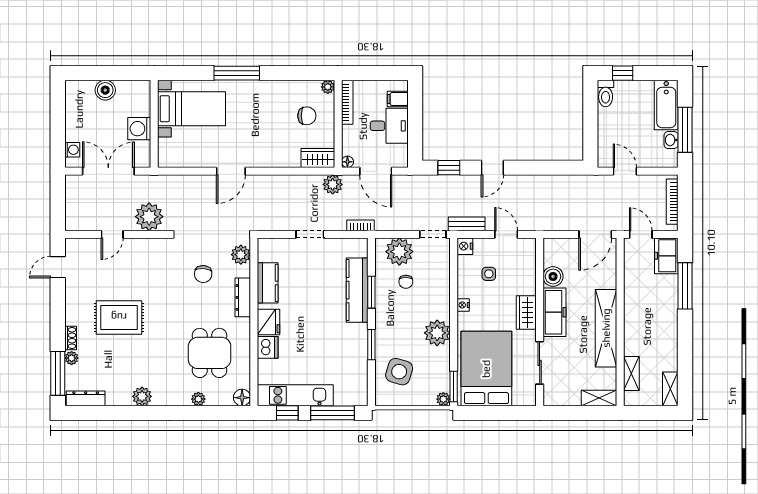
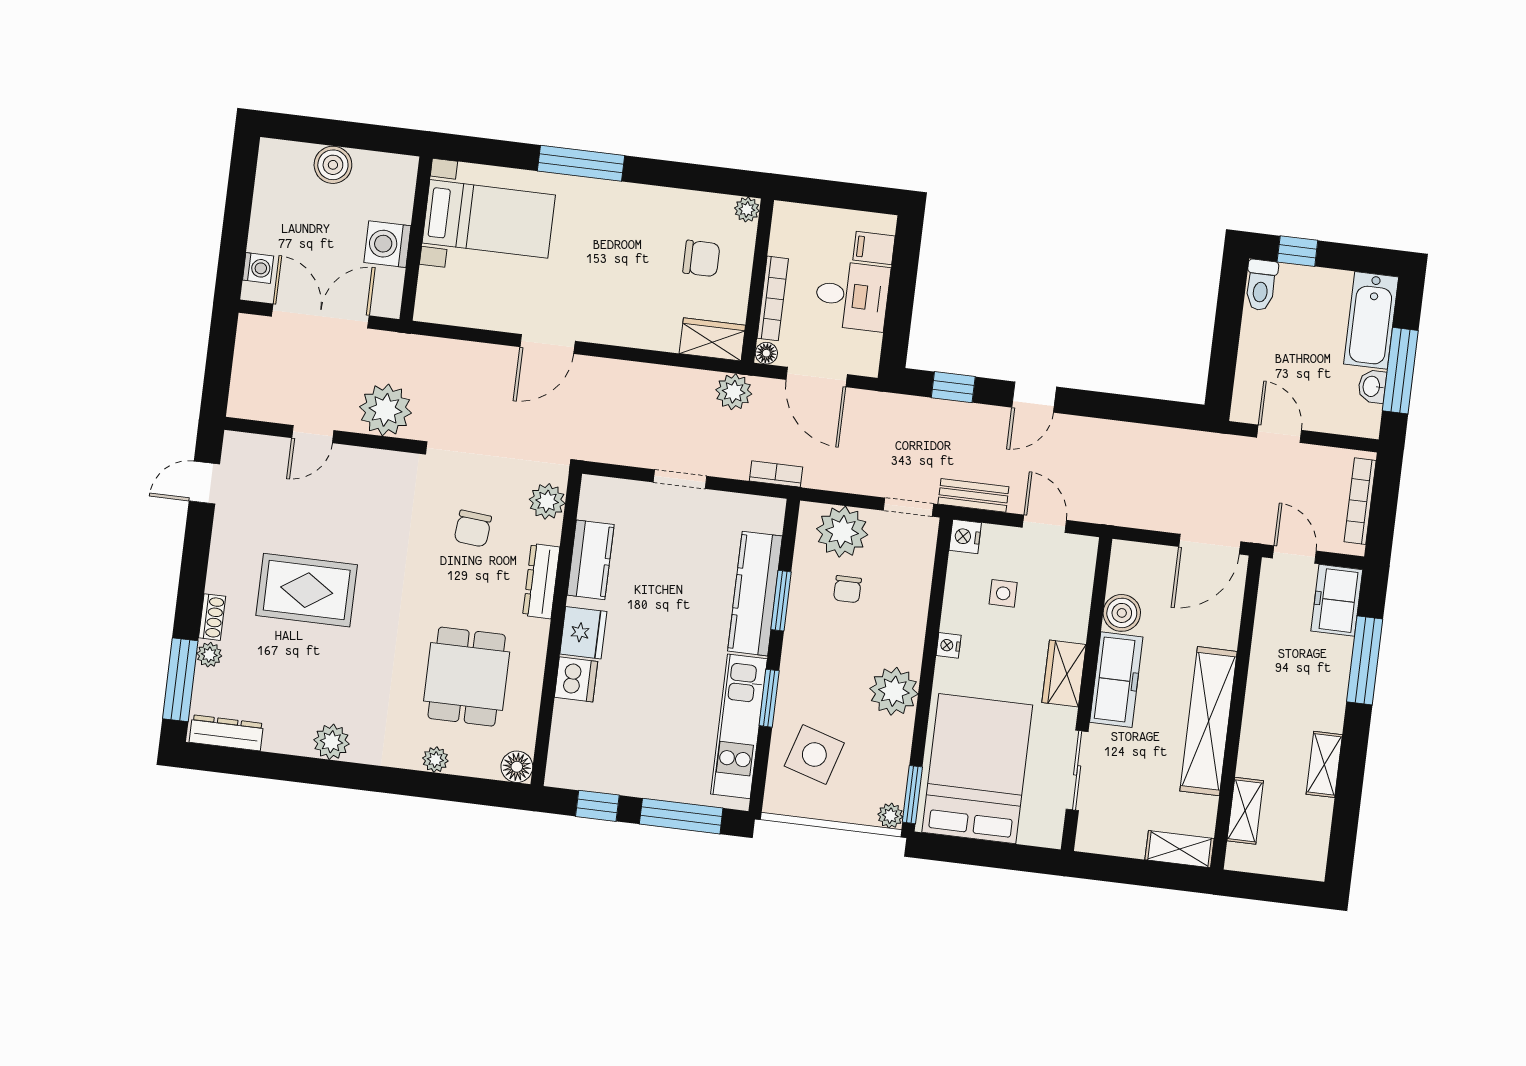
bookcase: (347, 102) -> (773, 298), moved
shelving: (670, 389) -> (1324, 764), moved
kitchen unit: (295, 395) -> (739, 726), moved, turned -90

